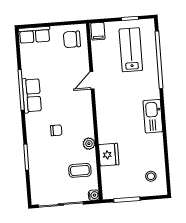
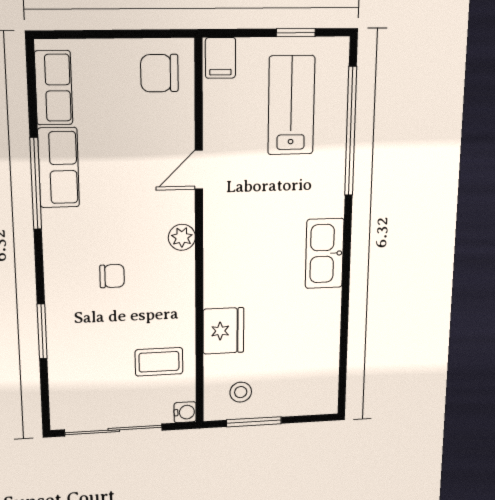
row of seats: (34, 35) -> (54, 88), moved, turned -90
row of seats: (32, 95) -> (59, 168), moved
plant: (89, 144) -> (182, 237), moved
stool: (151, 176) -> (241, 392), moved

